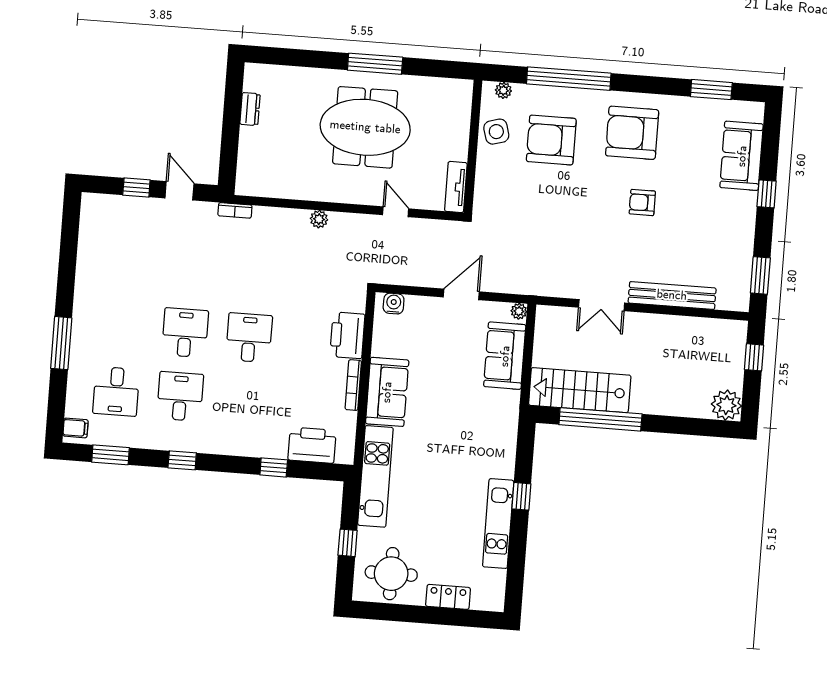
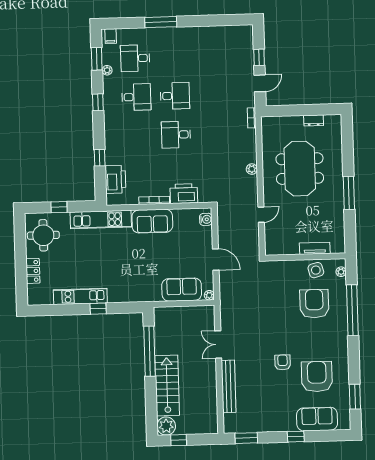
meeting table: (365, 127) -> (300, 169), moved
armchair: (632, 133) -> (317, 377), moved
tv unit: (456, 187) -> (315, 248), moved
desk: (249, 338) -> (176, 135), turned 180
window: (754, 357) -> (179, 440), moved
stairs: (580, 390) -> (167, 385), moved
plant: (131, 440) -> (107, 70), added

